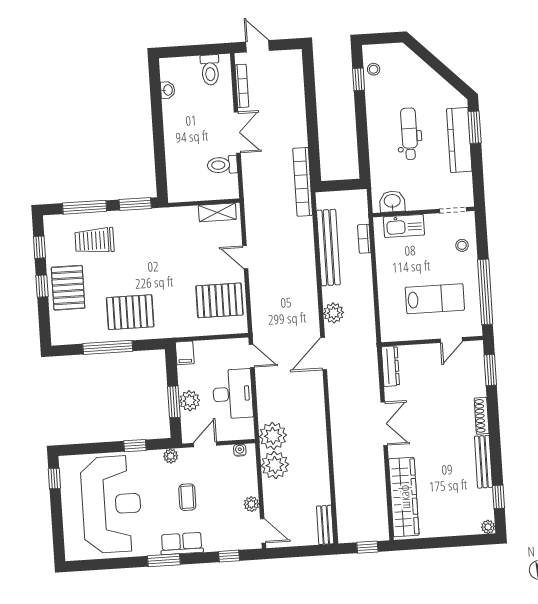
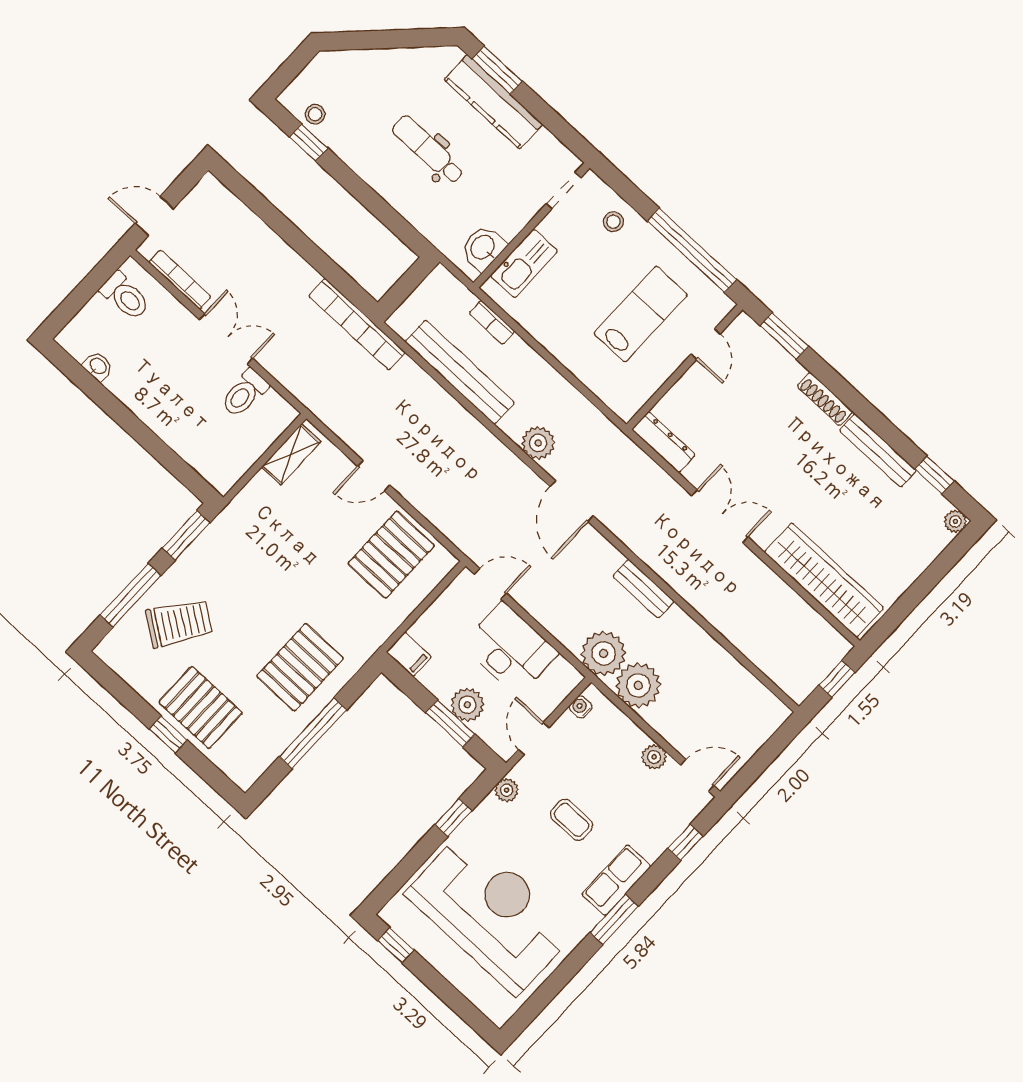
trolley: (94, 241) -> (179, 623), turned -145
window: (39, 247) -> (122, 692), removed
bench: (325, 525) -> (643, 589), moved

